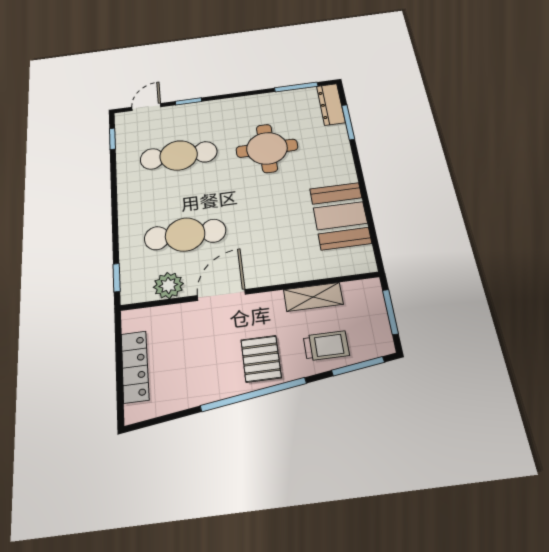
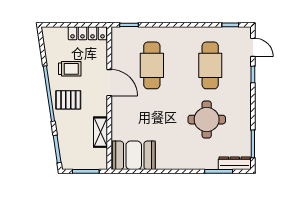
booth: (340, 216) -> (134, 155), moved
plant: (168, 285) -> (120, 54), removed
trolley: (326, 346) -> (70, 69), moved, turned -90
locker: (135, 367) -> (88, 33), moved

